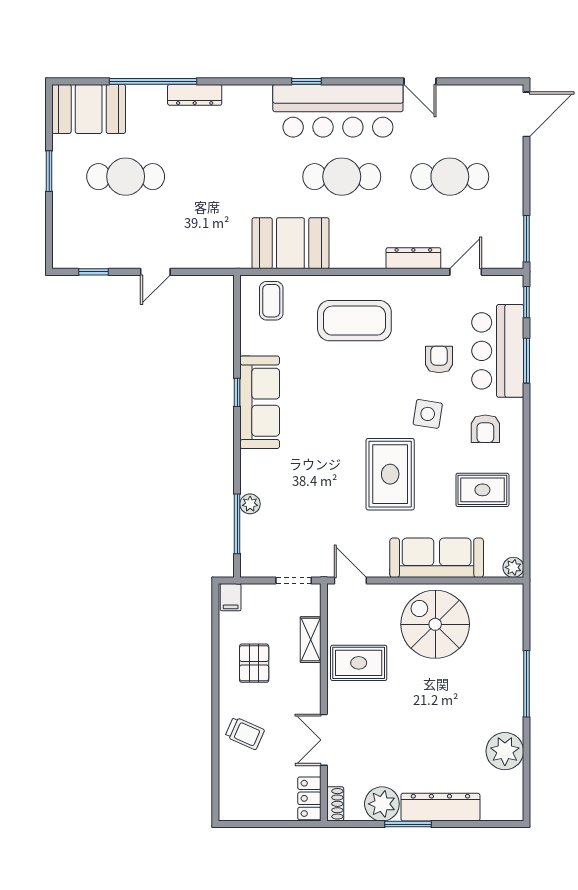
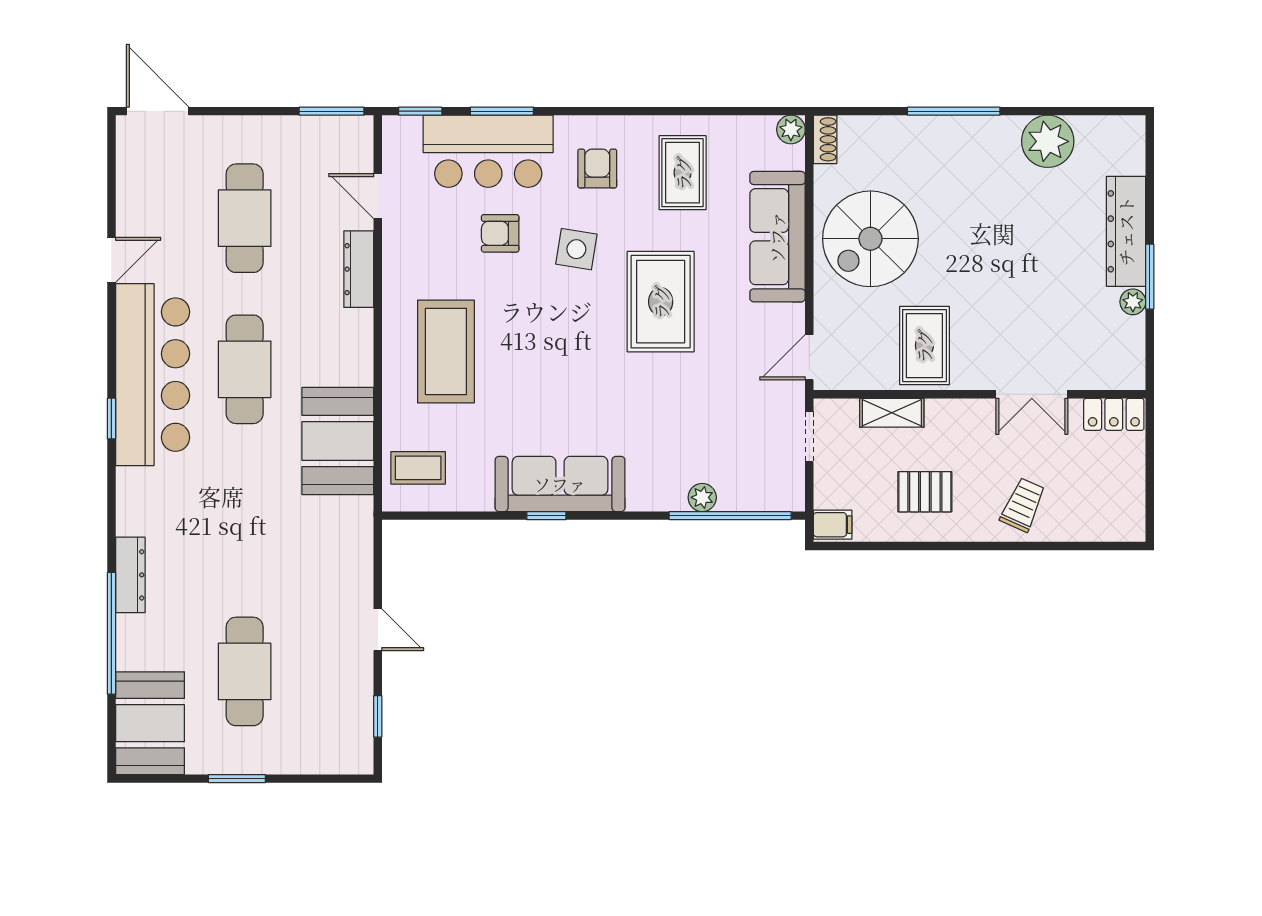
armchair: (485, 429) -> (597, 169), turned -90
rug: (390, 474) -> (661, 302), turned 90
window: (237, 524) -> (730, 516), width x1.46
shoe rack: (335, 804) -> (825, 139), moved, turned 90
plant: (382, 804) -> (1133, 302), width x0.53, depth x0.53

